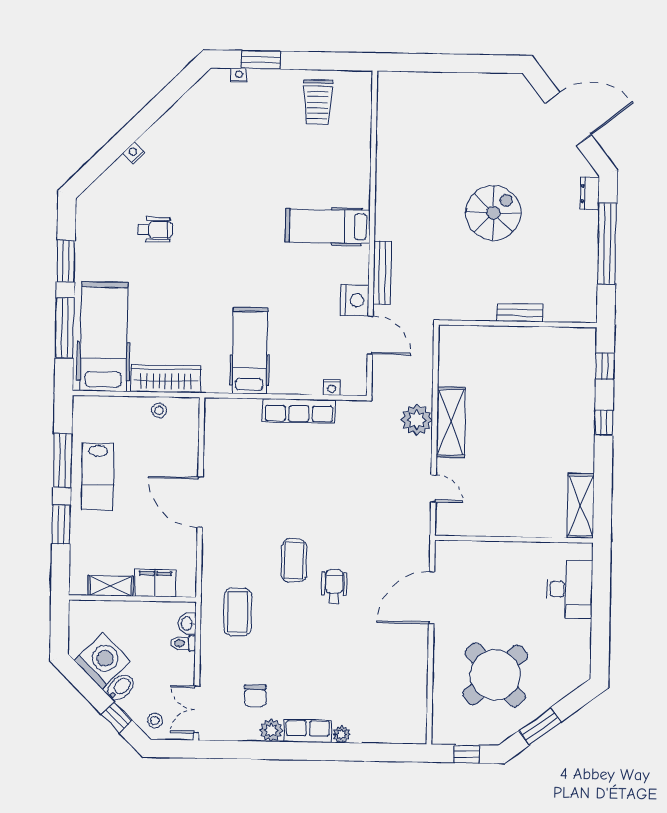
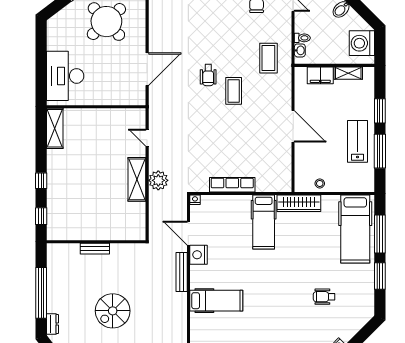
wardrobe: (166, 379) -> (299, 203), moved
nightstand: (332, 388) -> (195, 200), moved
desk: (569, 589) -> (65, 76), width x1.36, depth x1.30
washing machine: (102, 661) -> (362, 43), moved, turned 45

